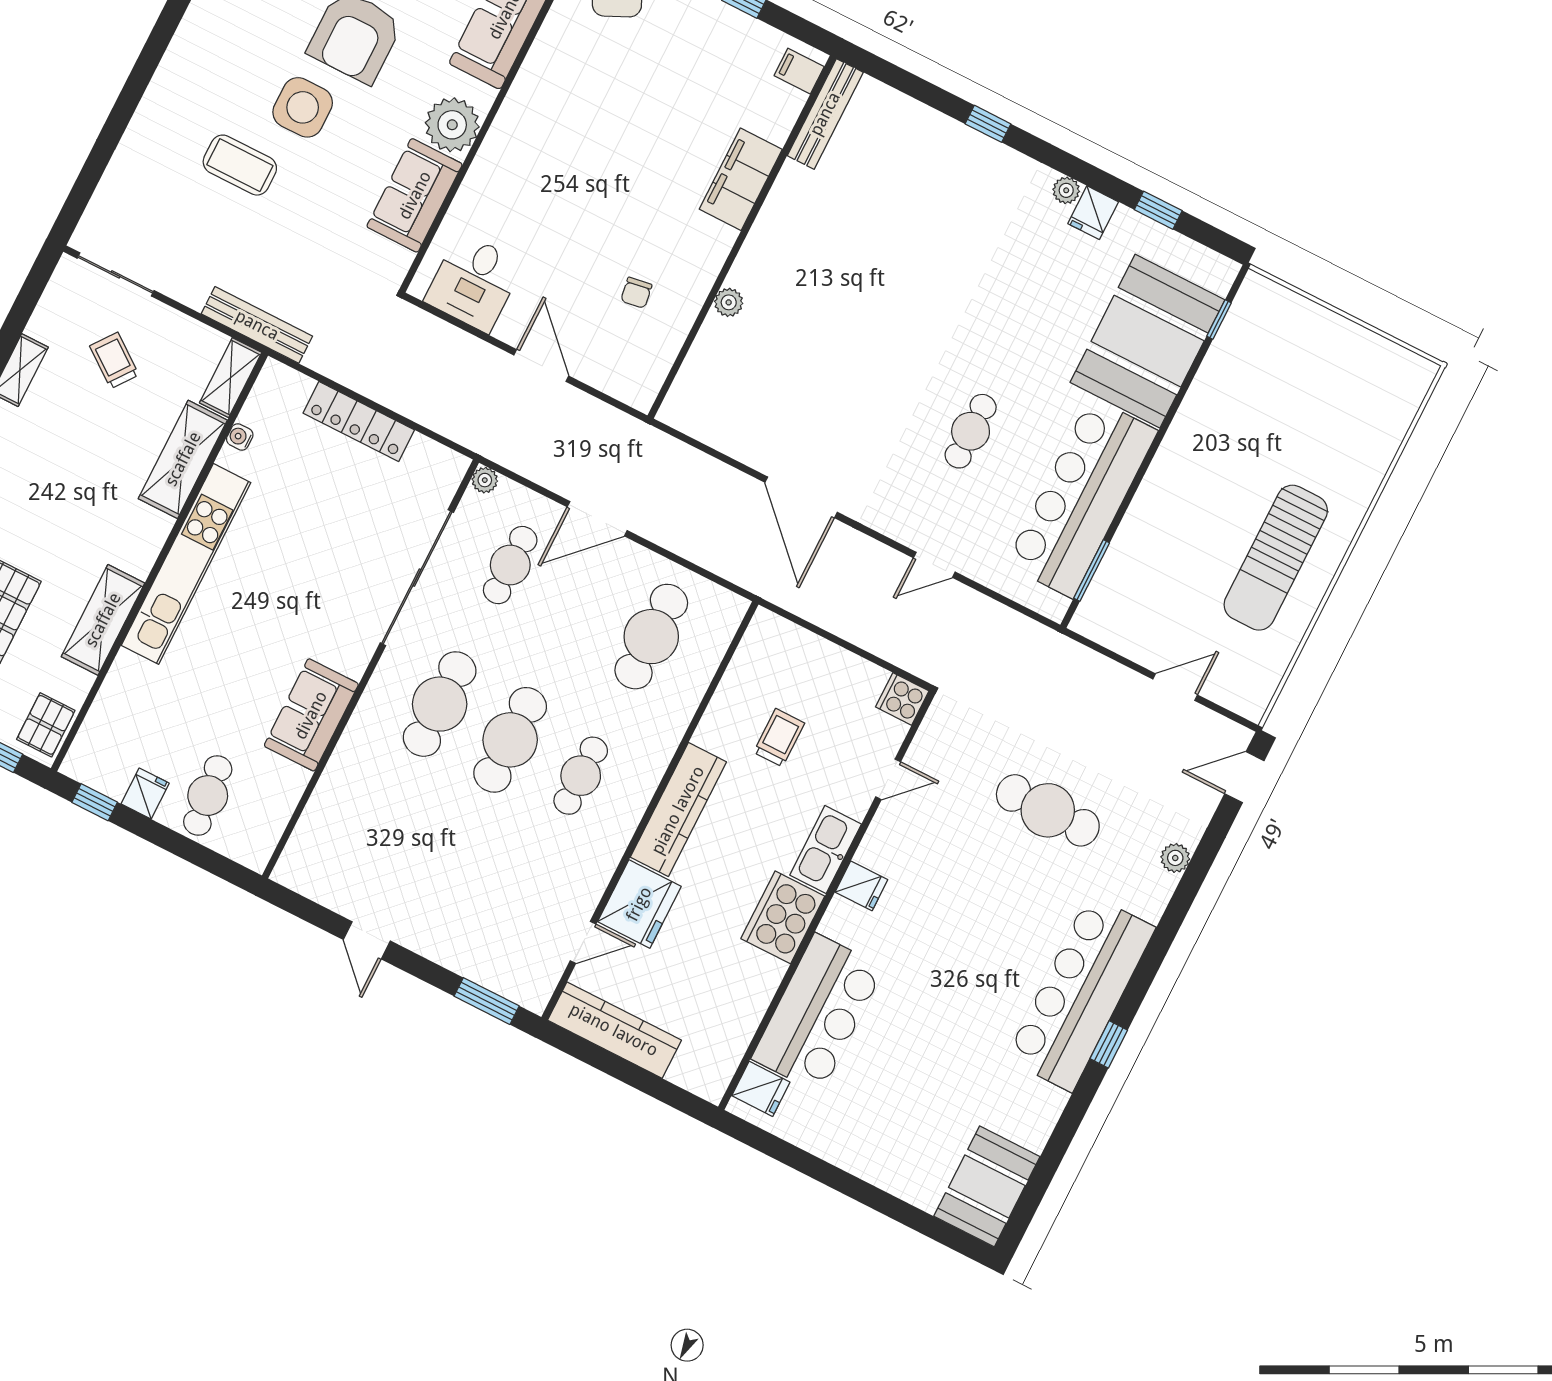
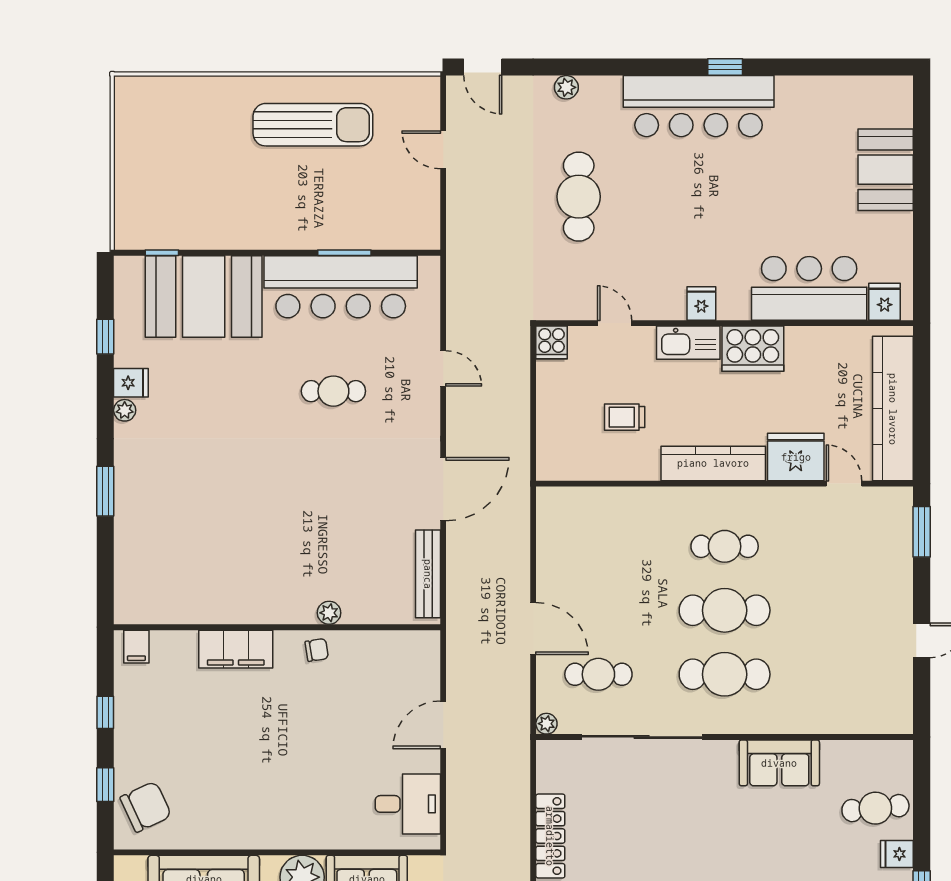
bench: (825, 114) -> (428, 574), moved, turned 90
window: (988, 124) -> (105, 491), width x1.50
chair: (636, 293) -> (317, 650), moved
window: (1092, 571) -> (344, 253), moved
cafe table: (651, 637) -> (598, 546), removed
kitchen counter: (614, 1030) -> (893, 409), width x1.39, depth x1.17
booth: (987, 1186) -> (886, 170), moved, turned 90

